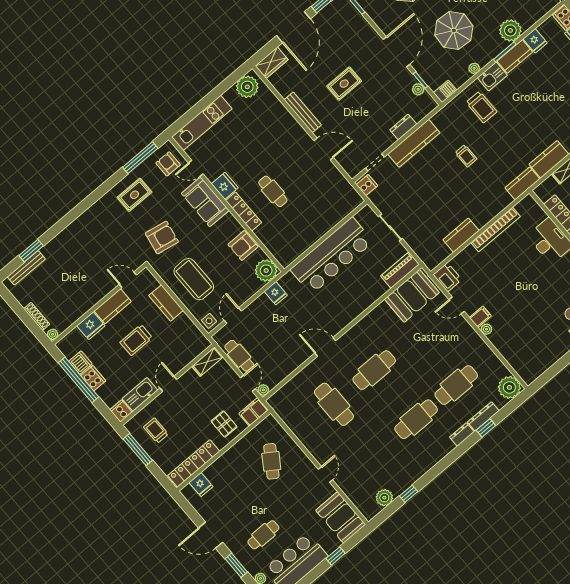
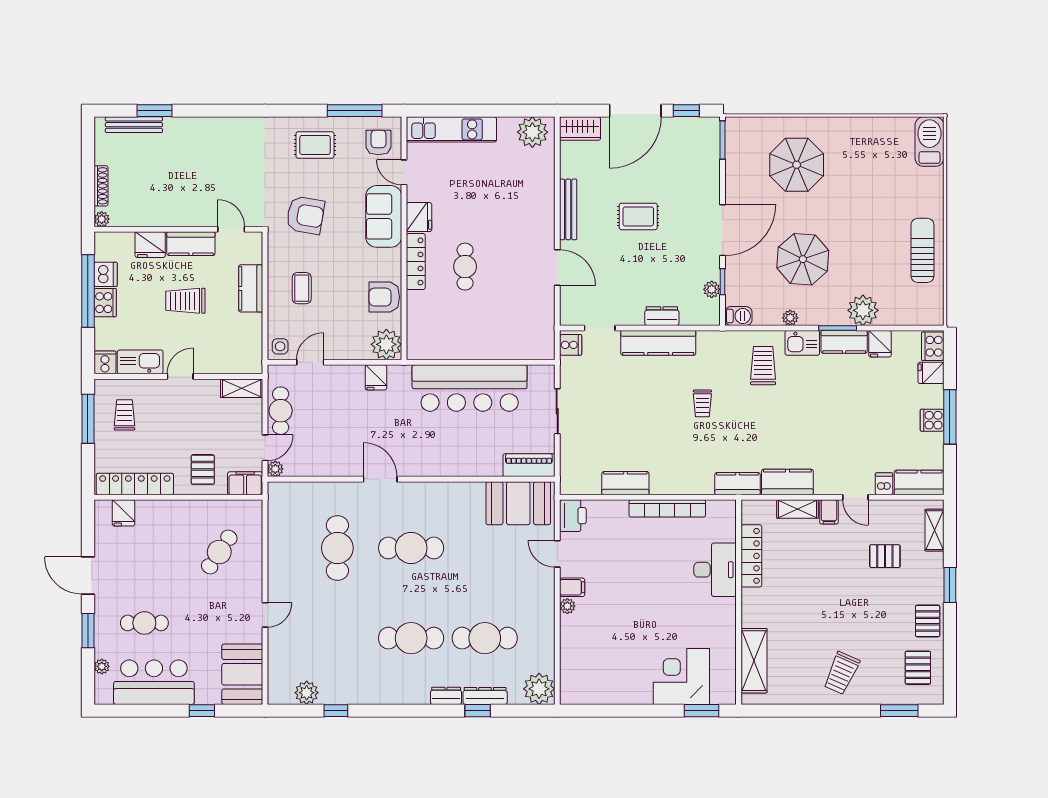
trolley: (482, 107) -> (763, 366), turned 180
coffee table: (194, 279) -> (302, 288), width x0.54, depth x0.58

